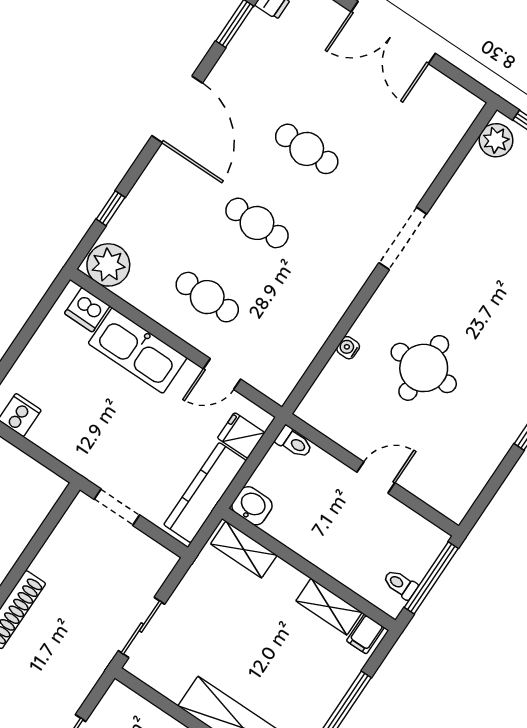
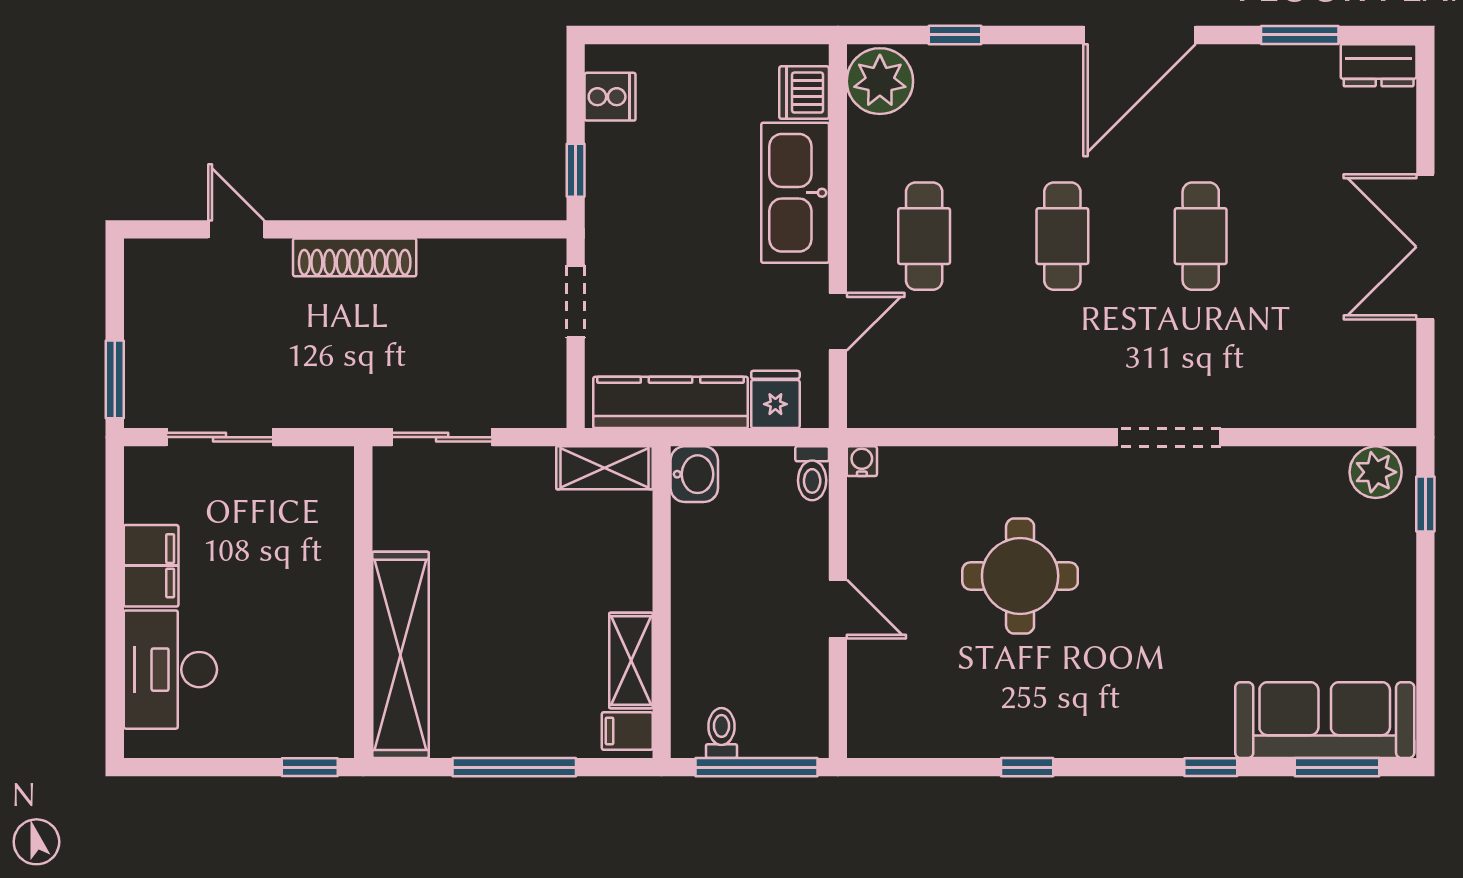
water cooler: (348, 348) -> (862, 461), moved
door: (222, 374) -> (838, 322), swing flipped
window: (47, 460) -> (576, 170), added
shelving: (244, 549) -> (604, 468), moved, turned 90

